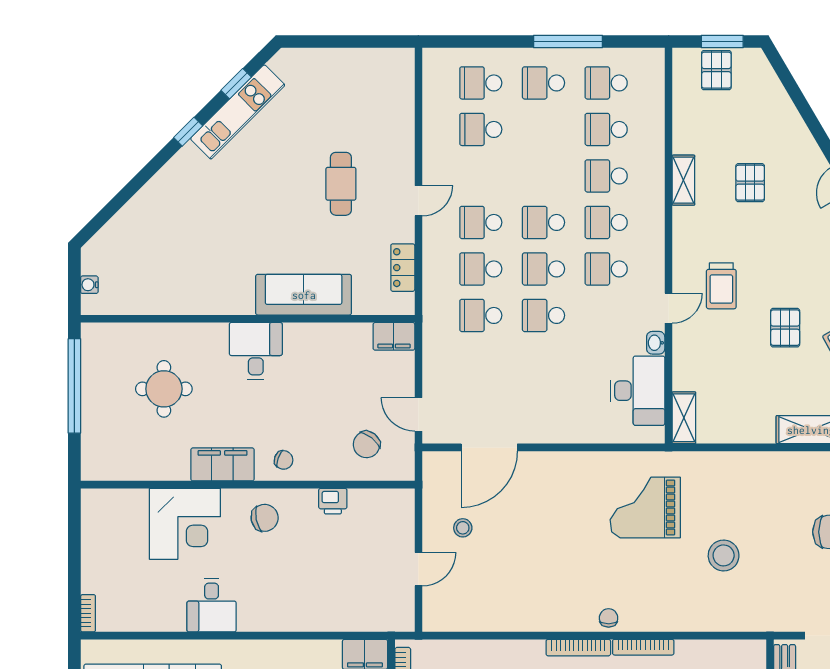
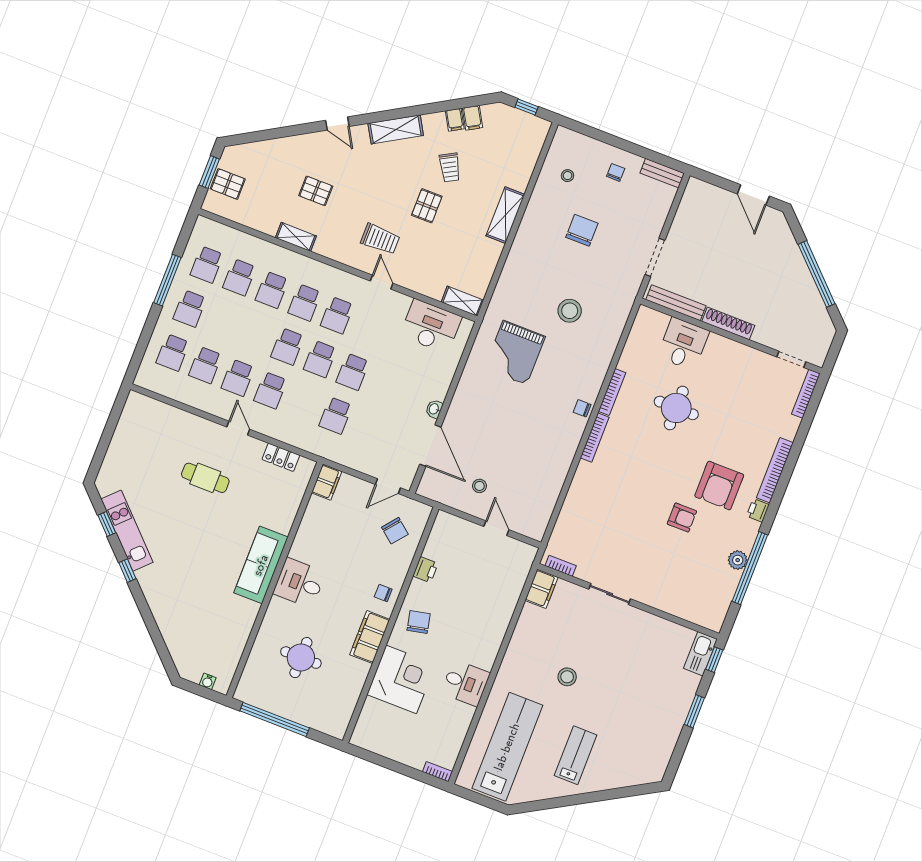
school desk: (481, 269) -> (238, 378), moved
sofa: (304, 295) -> (261, 565), moved
pallet: (785, 328) -> (427, 206), turned 90
washbasin: (656, 343) -> (434, 409), moved, turned 90
chair: (284, 460) -> (383, 593), turned -109

